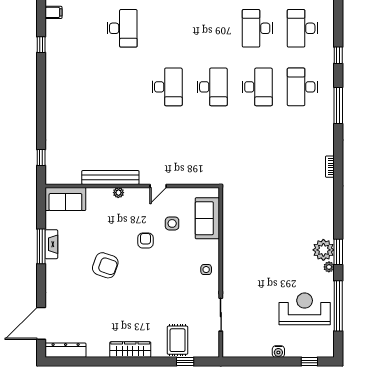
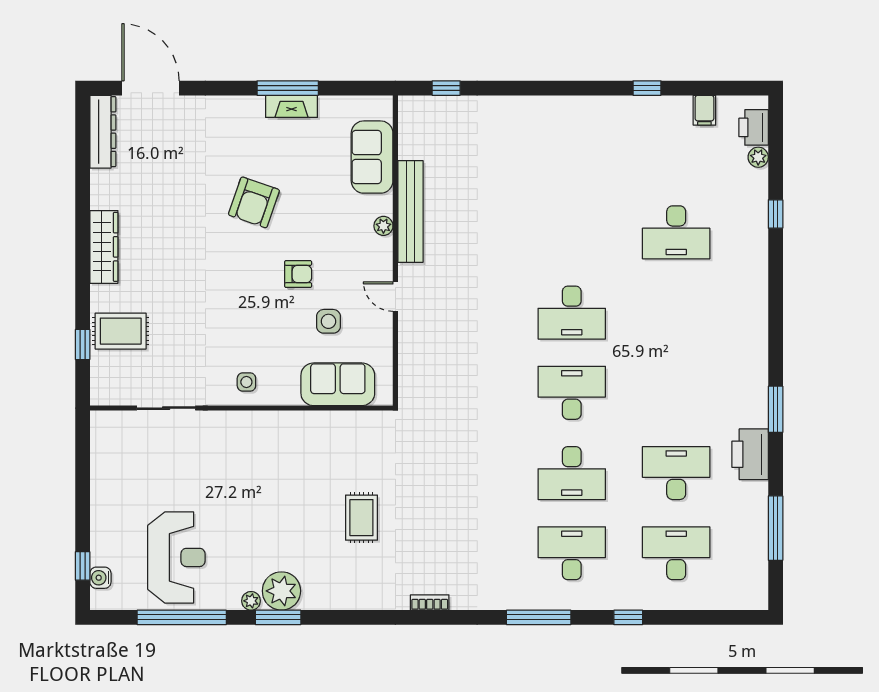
desk: (212, 87) -> (572, 393), turned 180
sofa: (65, 199) -> (372, 157), moved
rug: (282, 205) -> (361, 518), added
water cooler: (278, 352) -> (100, 578), moved

